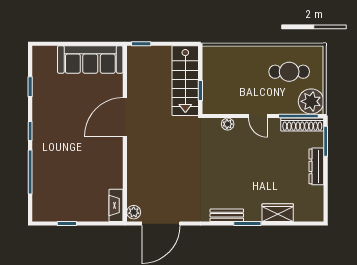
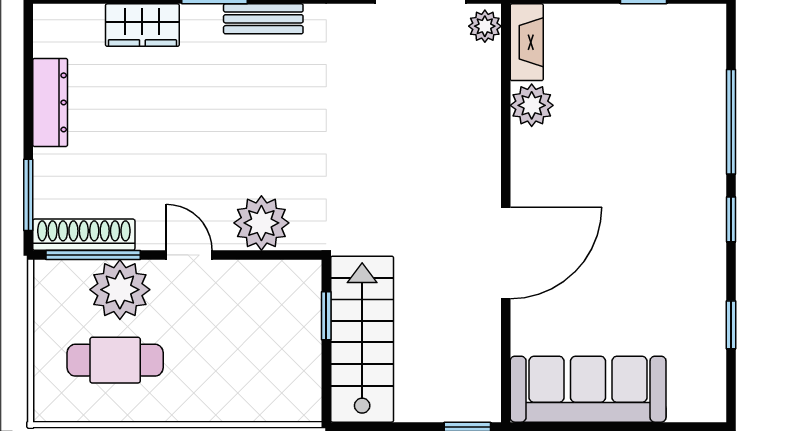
plant: (311, 101) -> (120, 290), moved
plant: (228, 124) -> (261, 223), width x1.88, depth x1.88
dresser: (316, 166) -> (50, 102), moved
plant: (114, 179) -> (532, 105), added

